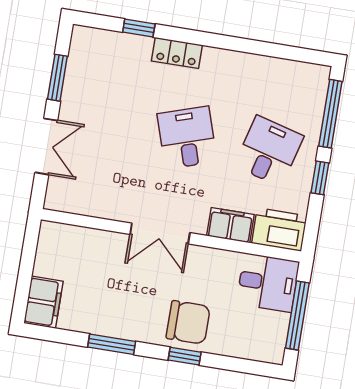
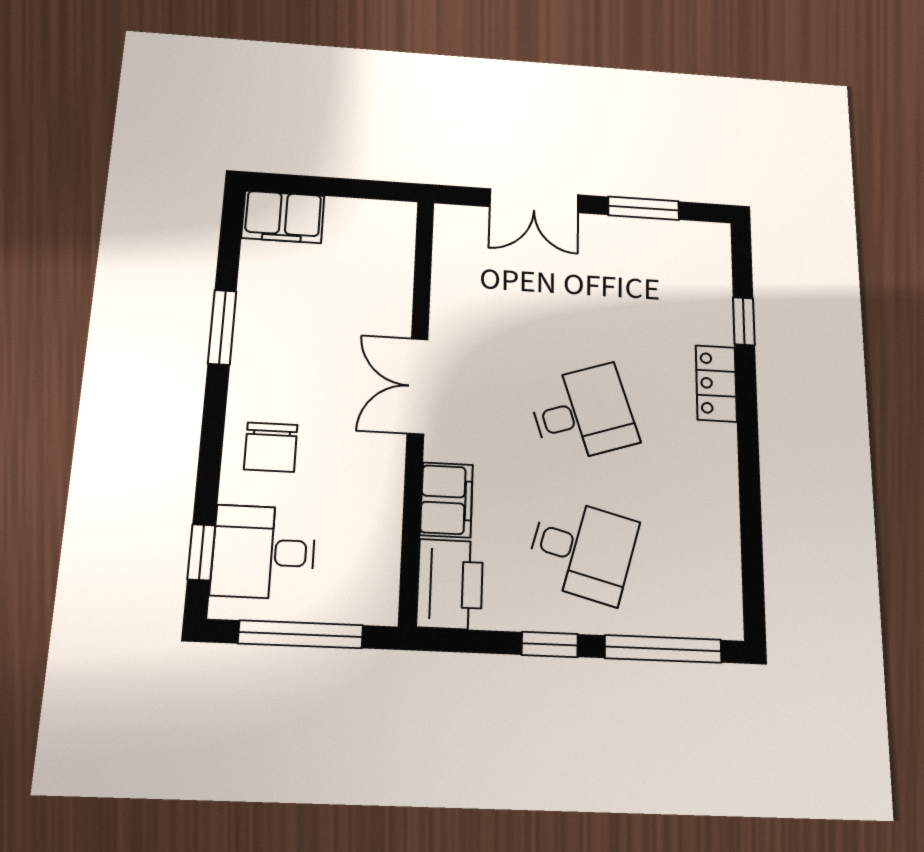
desk: (268, 283) -> (264, 552), moved, turned 90
chair: (188, 322) -> (271, 447), width x0.73, depth x0.73
window: (185, 356) -> (201, 552), moved

